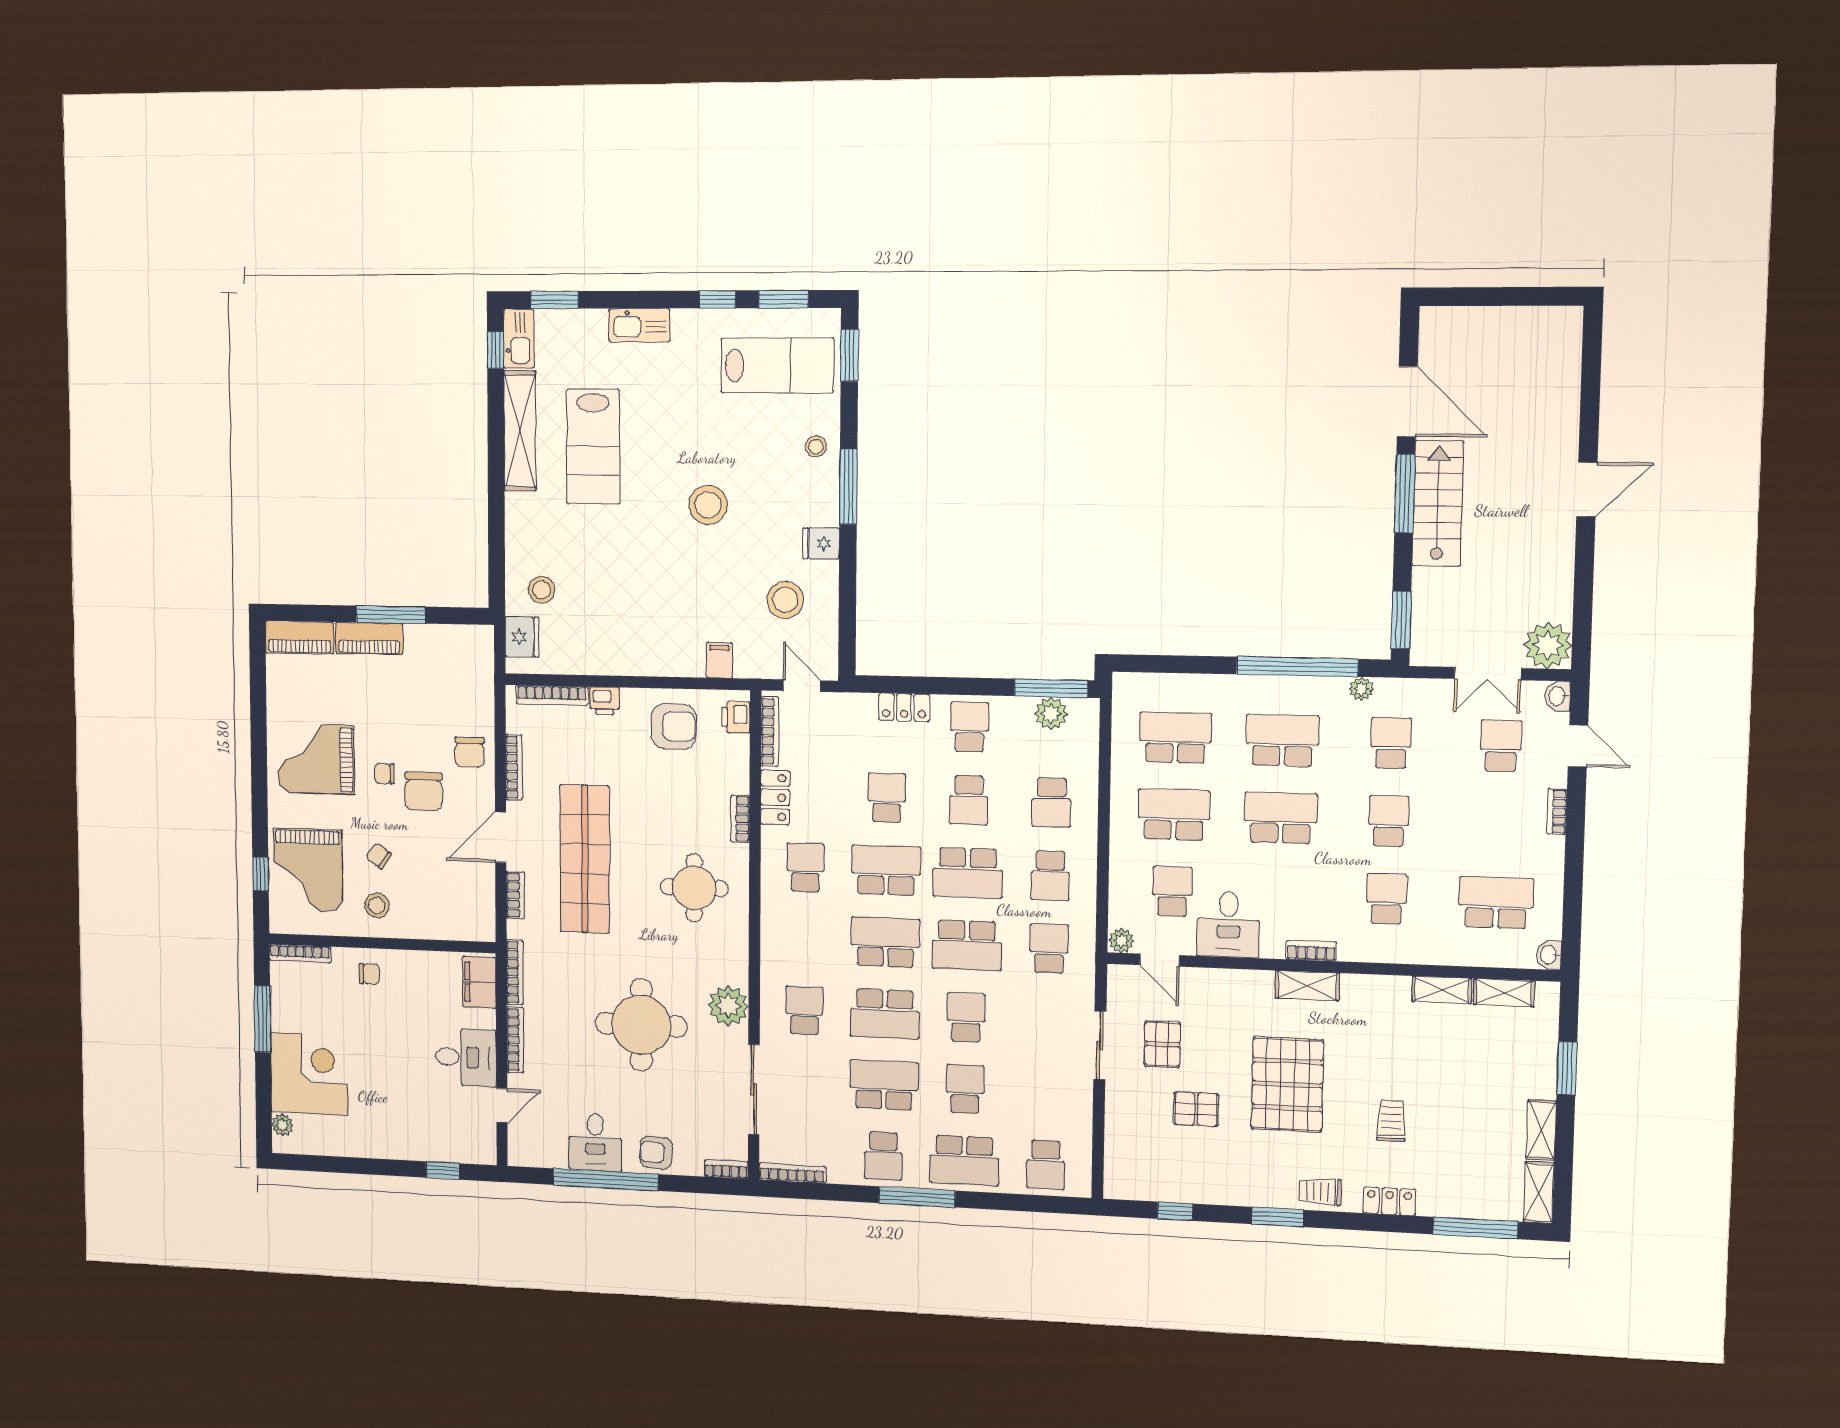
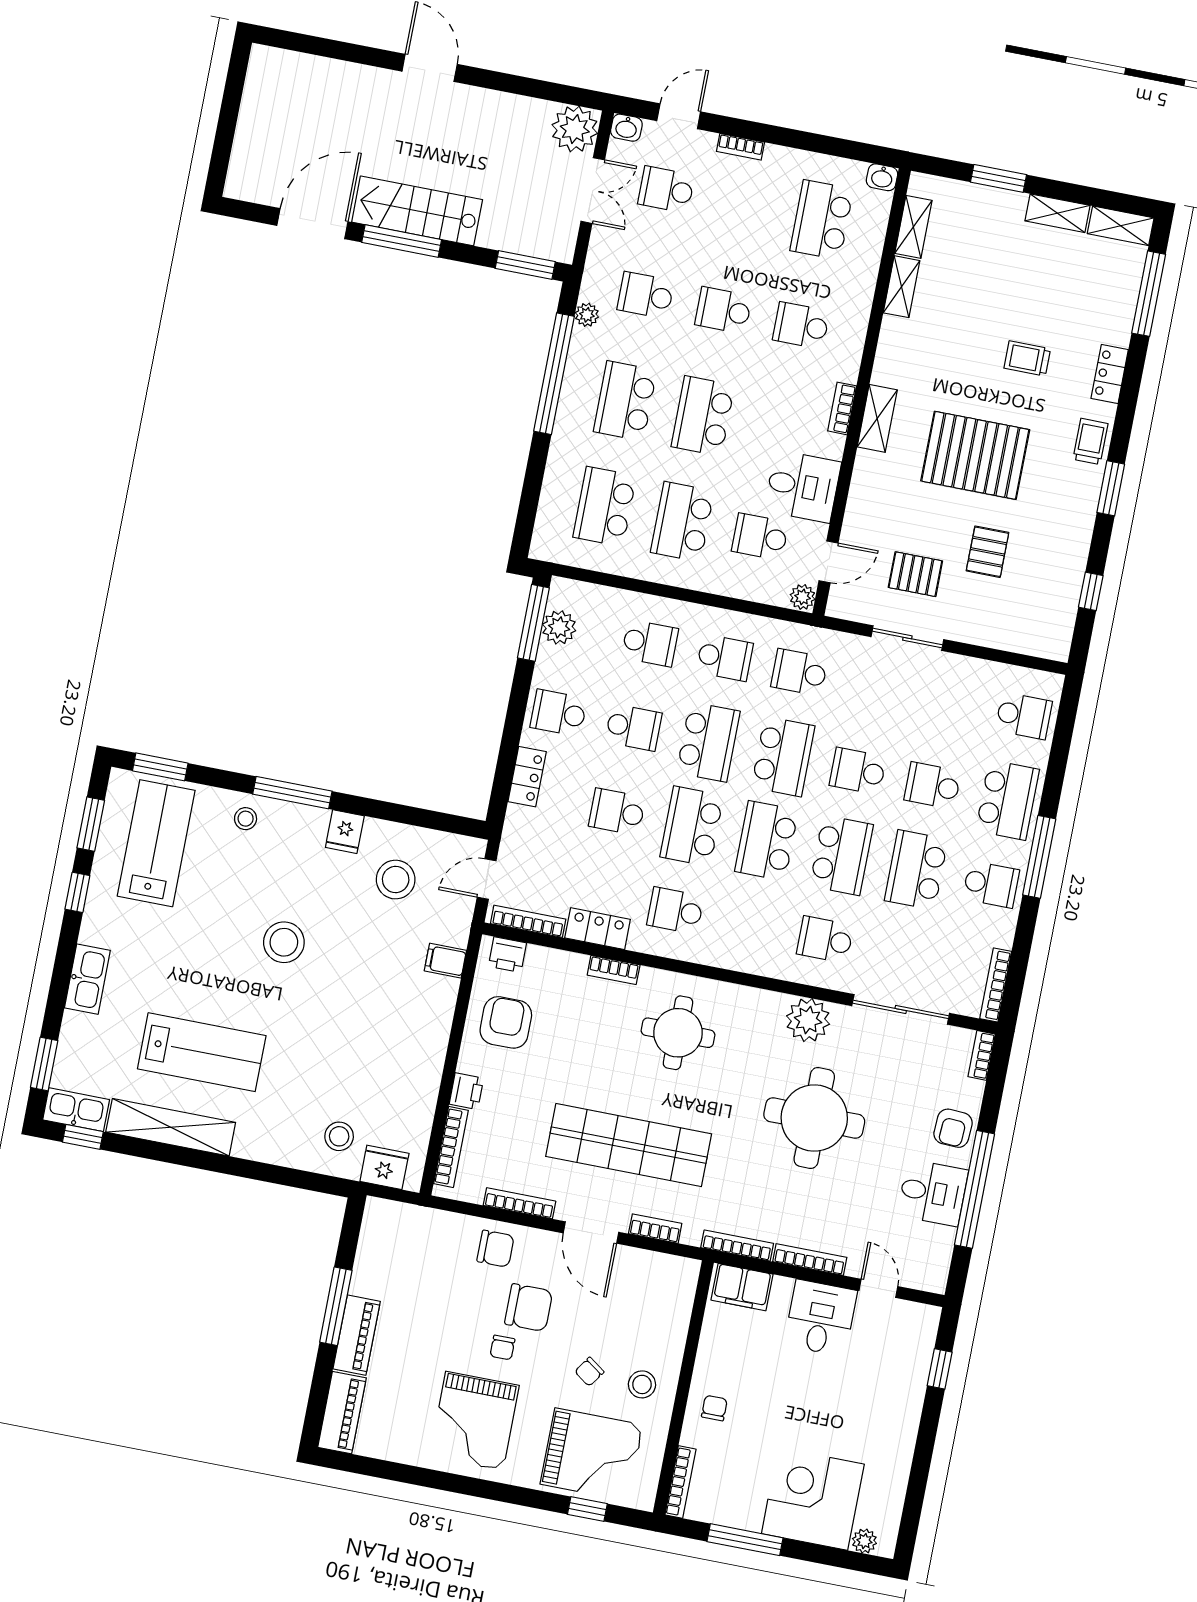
trolley: (1320, 1192) -> (1090, 441), turned 180

